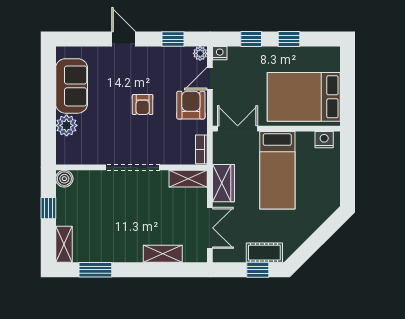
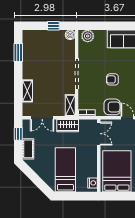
plant: (67, 125) -> (88, 36), moved
bed: (277, 170) -> (65, 170), moved, turned 90
shelving: (64, 244) -> (33, 35), removed
window: (258, 270) -> (18, 134), moved

